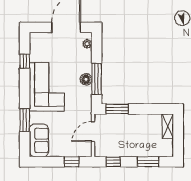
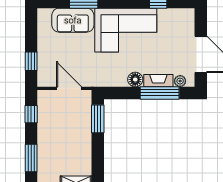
fireplace: (87, 61) -> (158, 81), added
window: (97, 79) -> (160, 93), moved
sofa: (39, 140) -> (73, 20), moved

